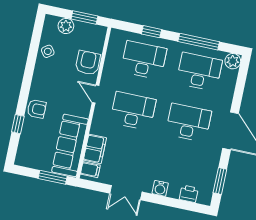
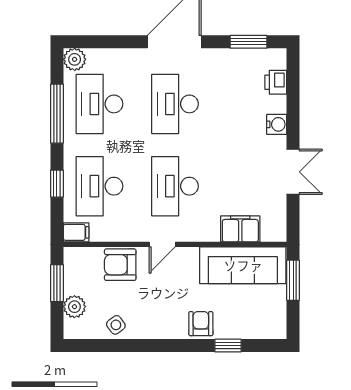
filing cabinet: (90, 170) -> (76, 232), moved, turned 90

